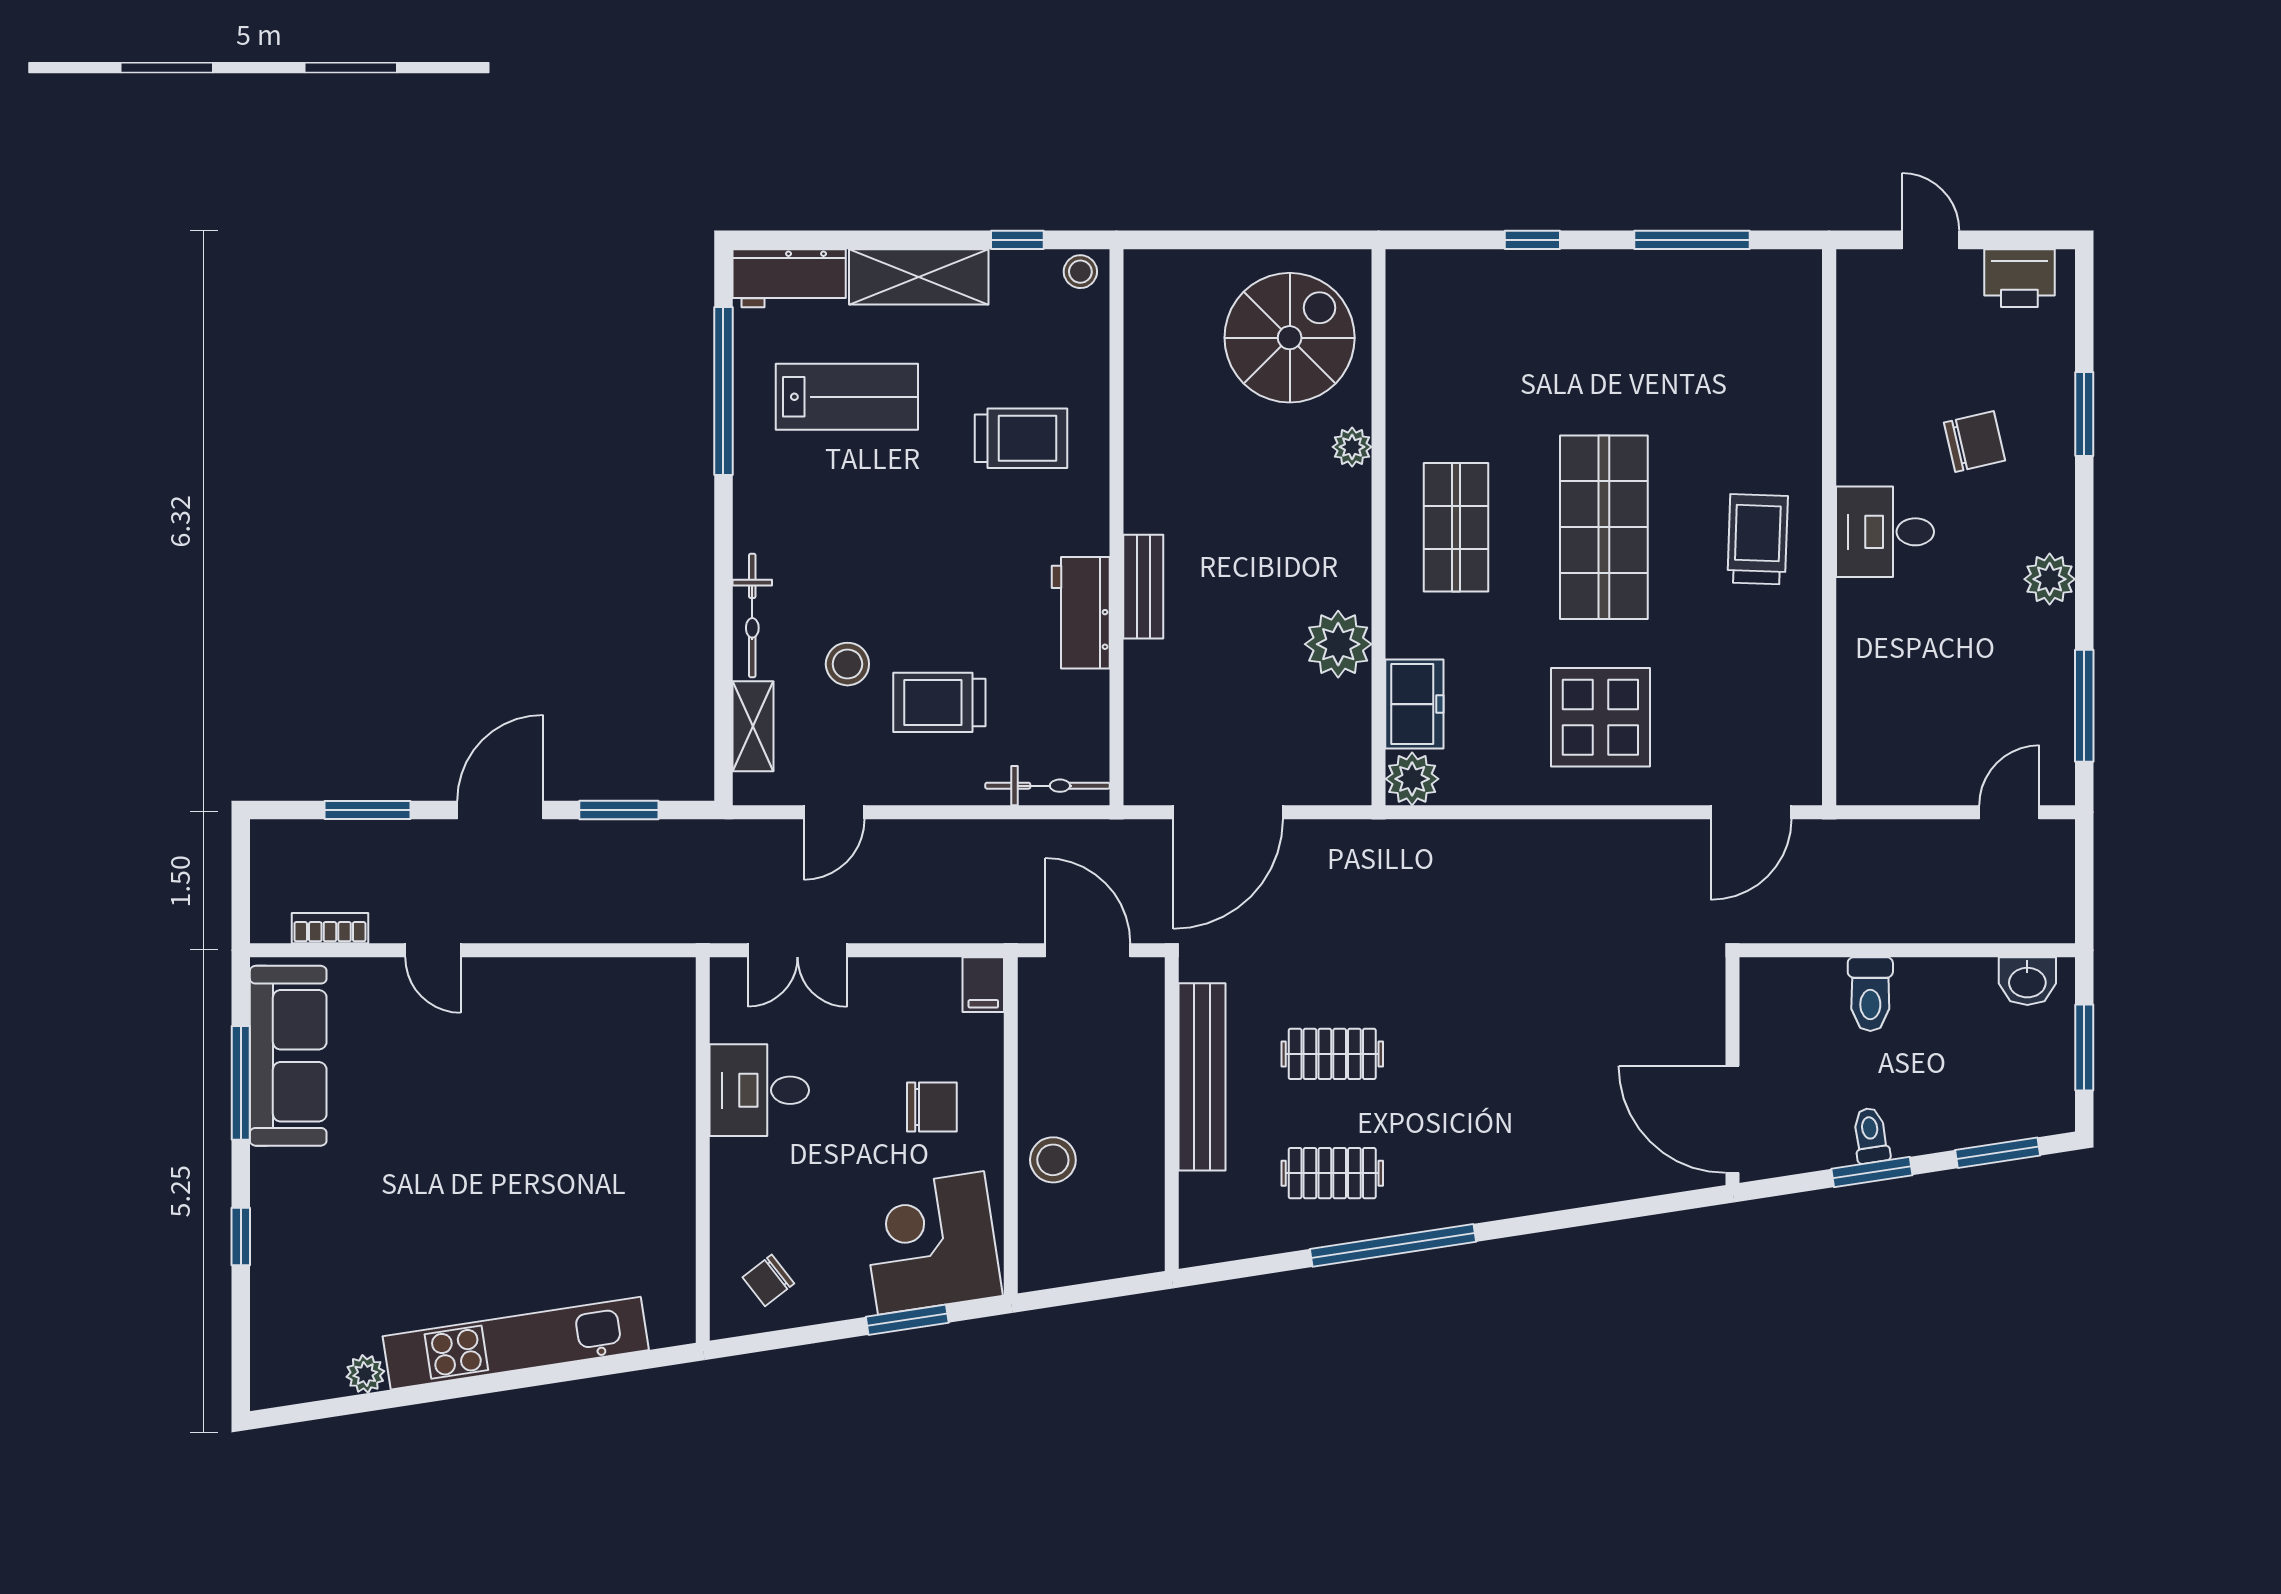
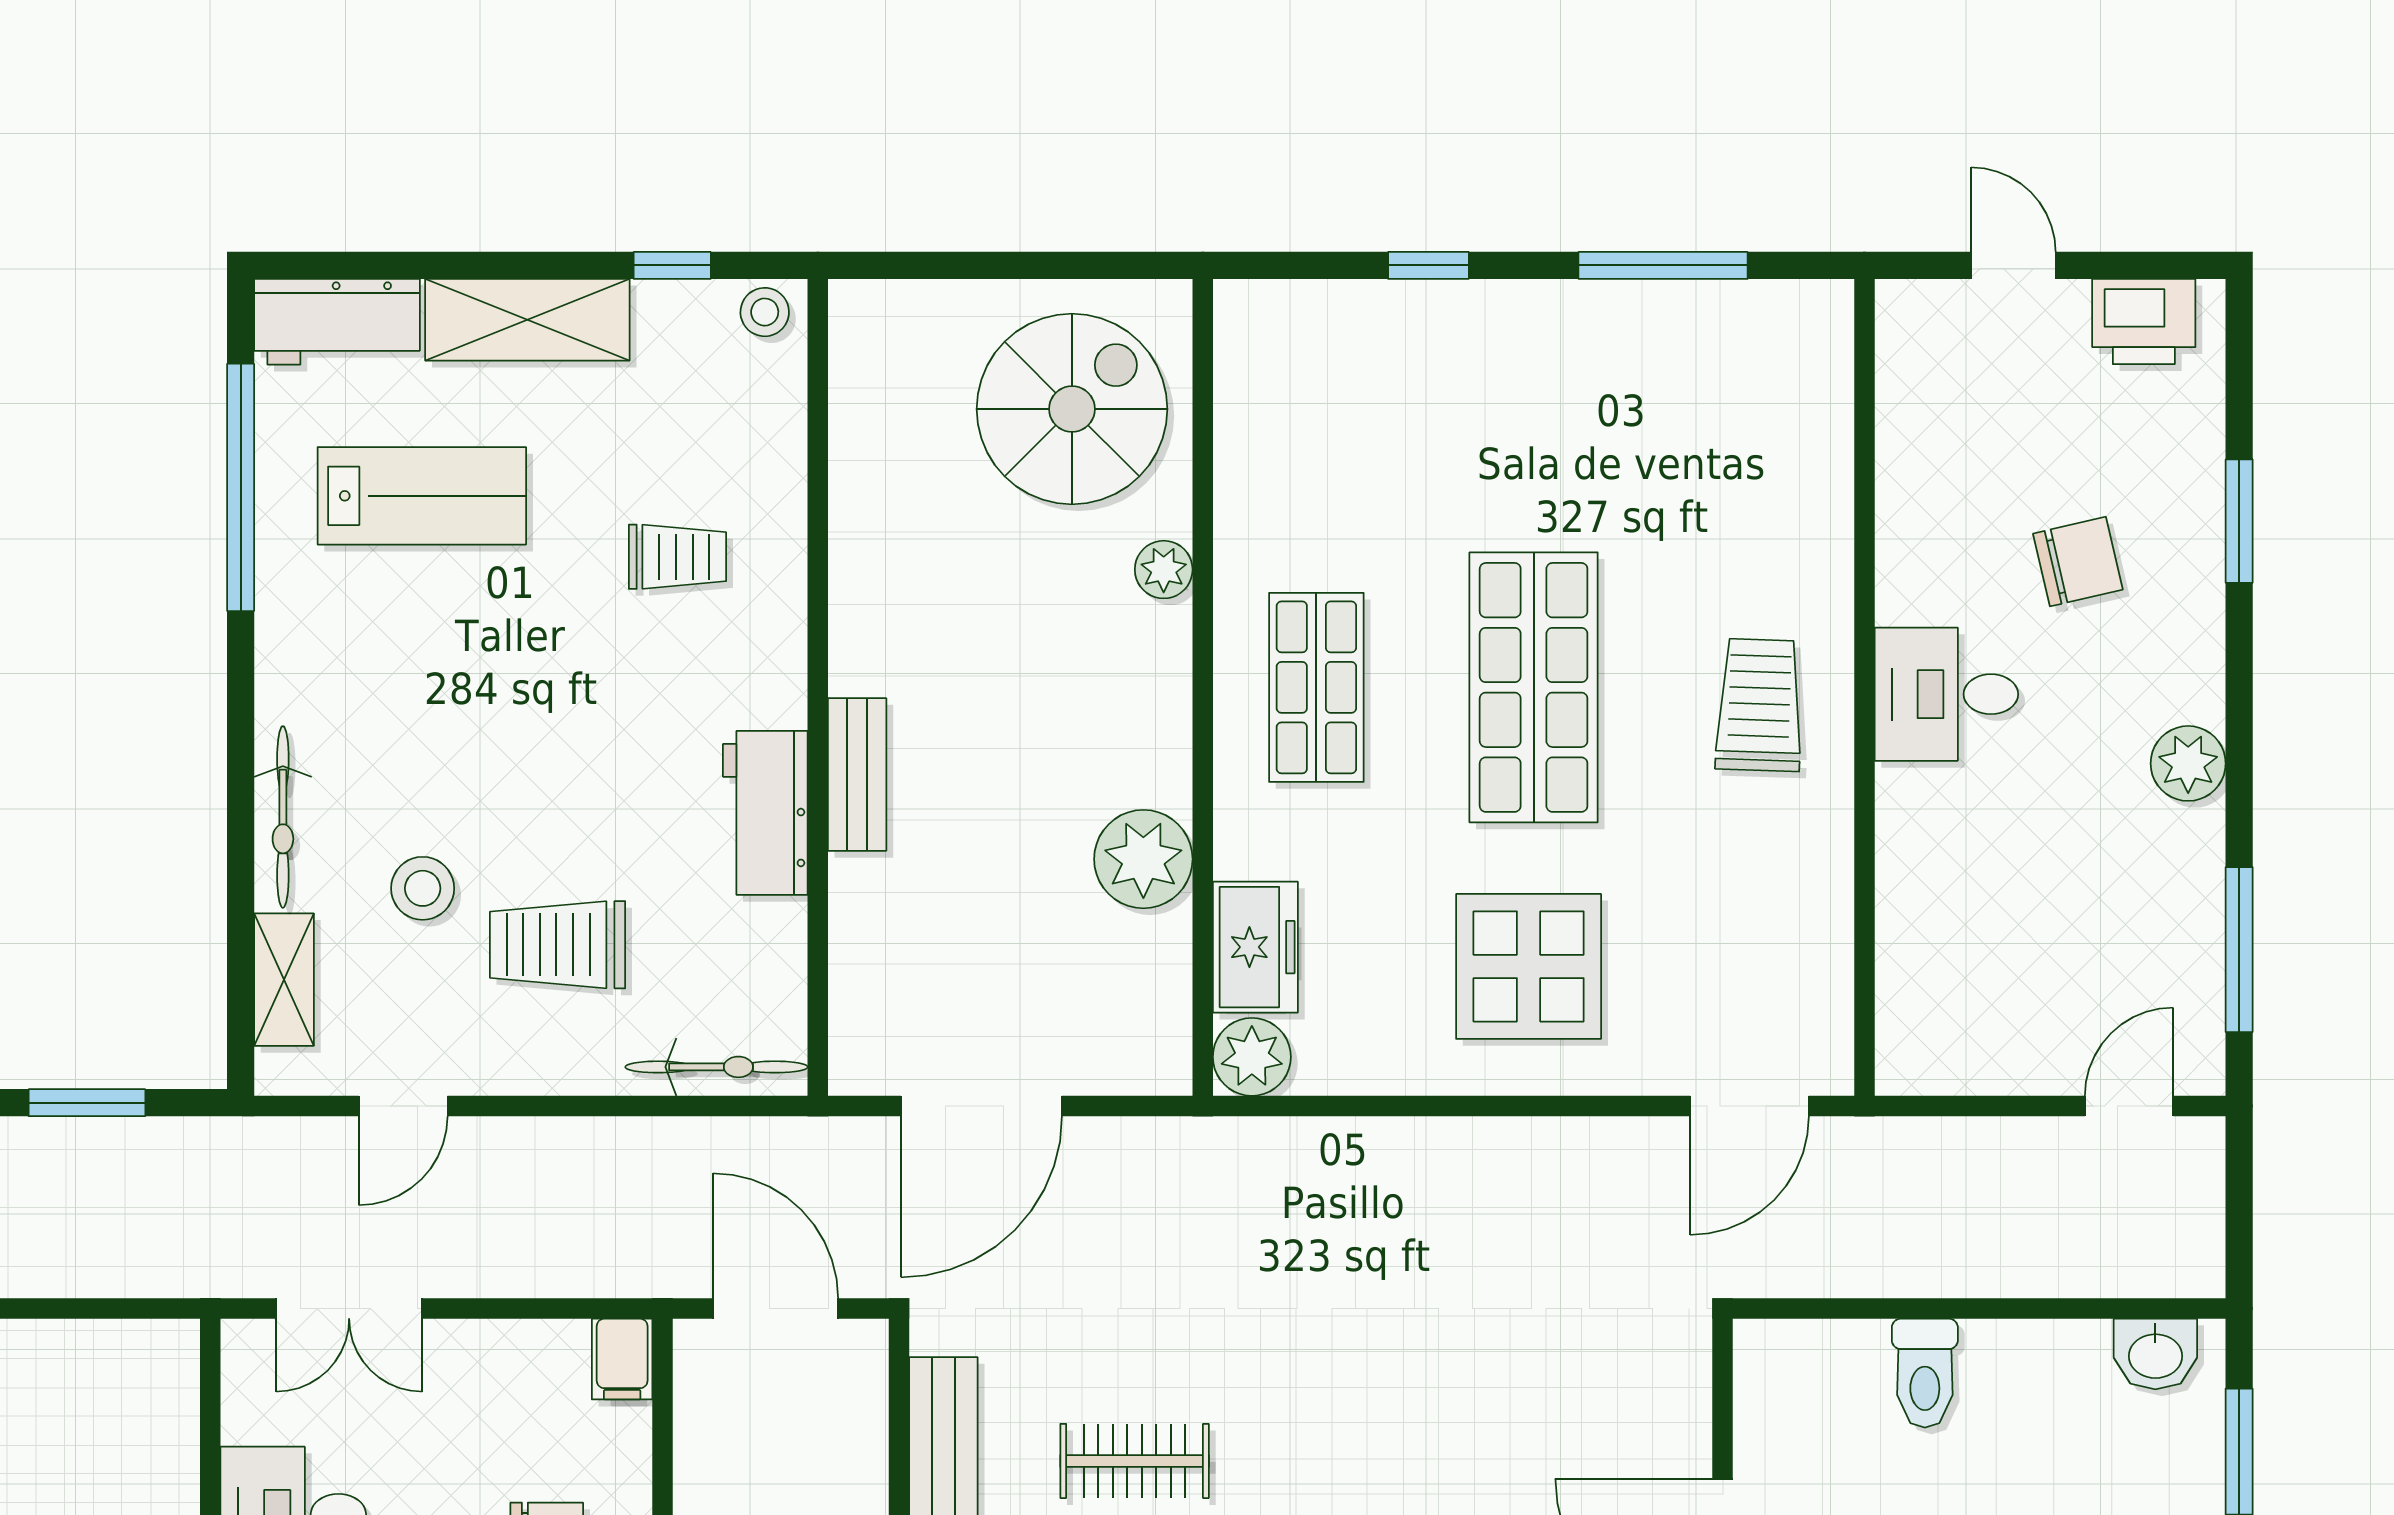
trolley: (1021, 438) -> (678, 557), width x0.73, depth x0.72

